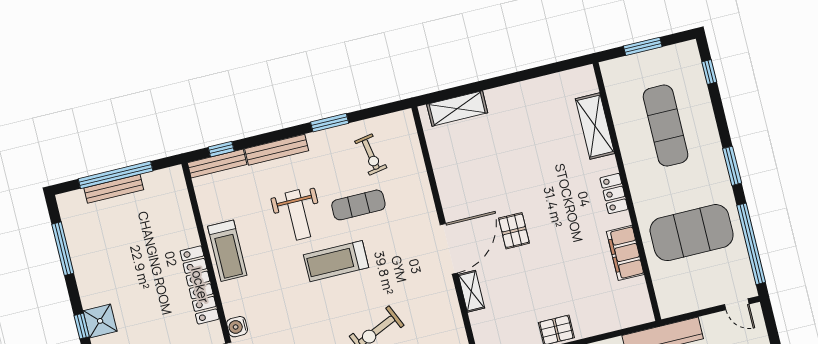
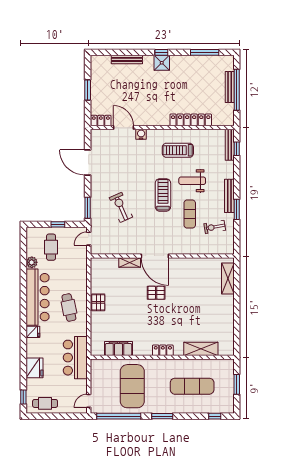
bench: (277, 150) -> (229, 196), moved
treadmill: (227, 251) -> (178, 150), moved
filing cabinet: (625, 253) -> (119, 349), moved
locker: (200, 285) -> (191, 120), moved

